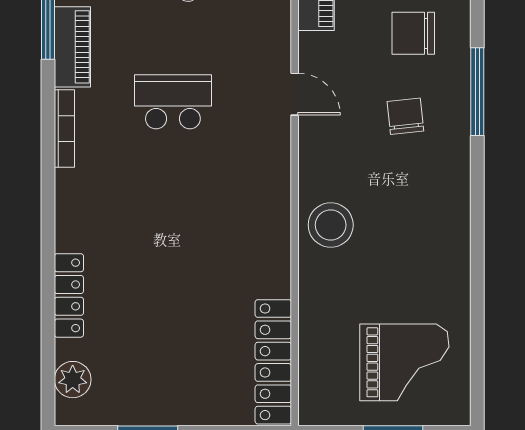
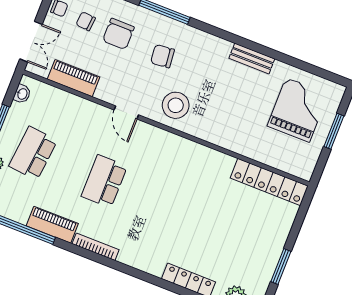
door: (295, 94) -> (126, 112), swing flipped
stool: (331, 225) -> (176, 105), moved
bench: (457, 258) -> (252, 58), added

